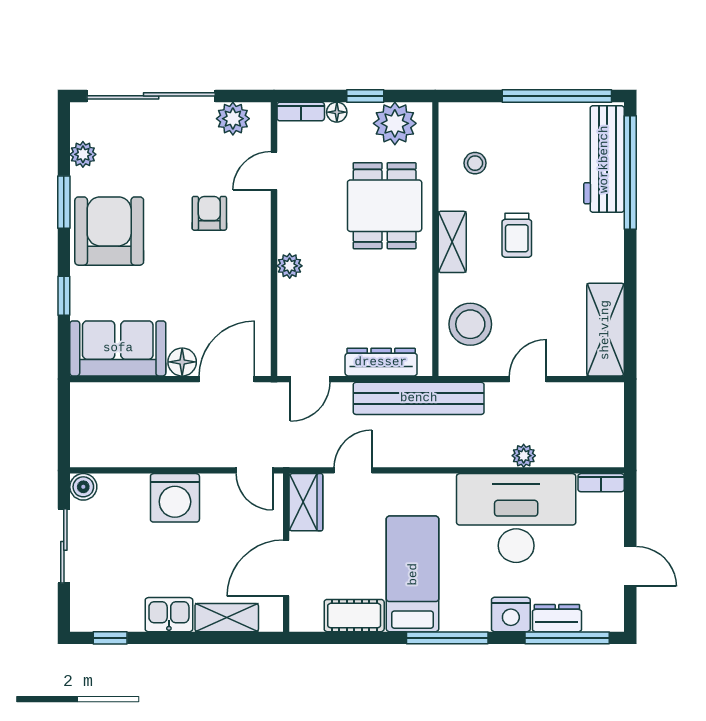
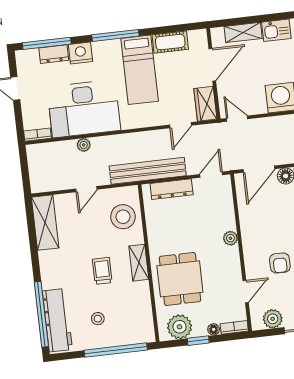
window: (557, 96) -> (116, 350), moved
stool: (475, 163) -> (98, 319), moved

